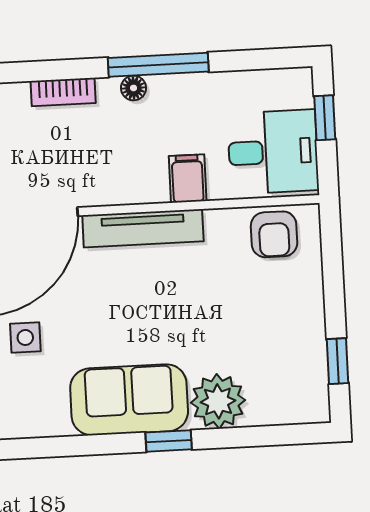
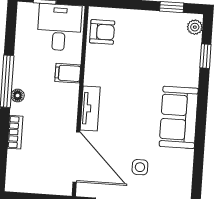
tv unit: (143, 228) -> (90, 108), width x0.71
plant: (218, 401) -> (195, 27), moved, width x0.53, depth x0.53
window: (169, 441) -> (205, 56), moved

